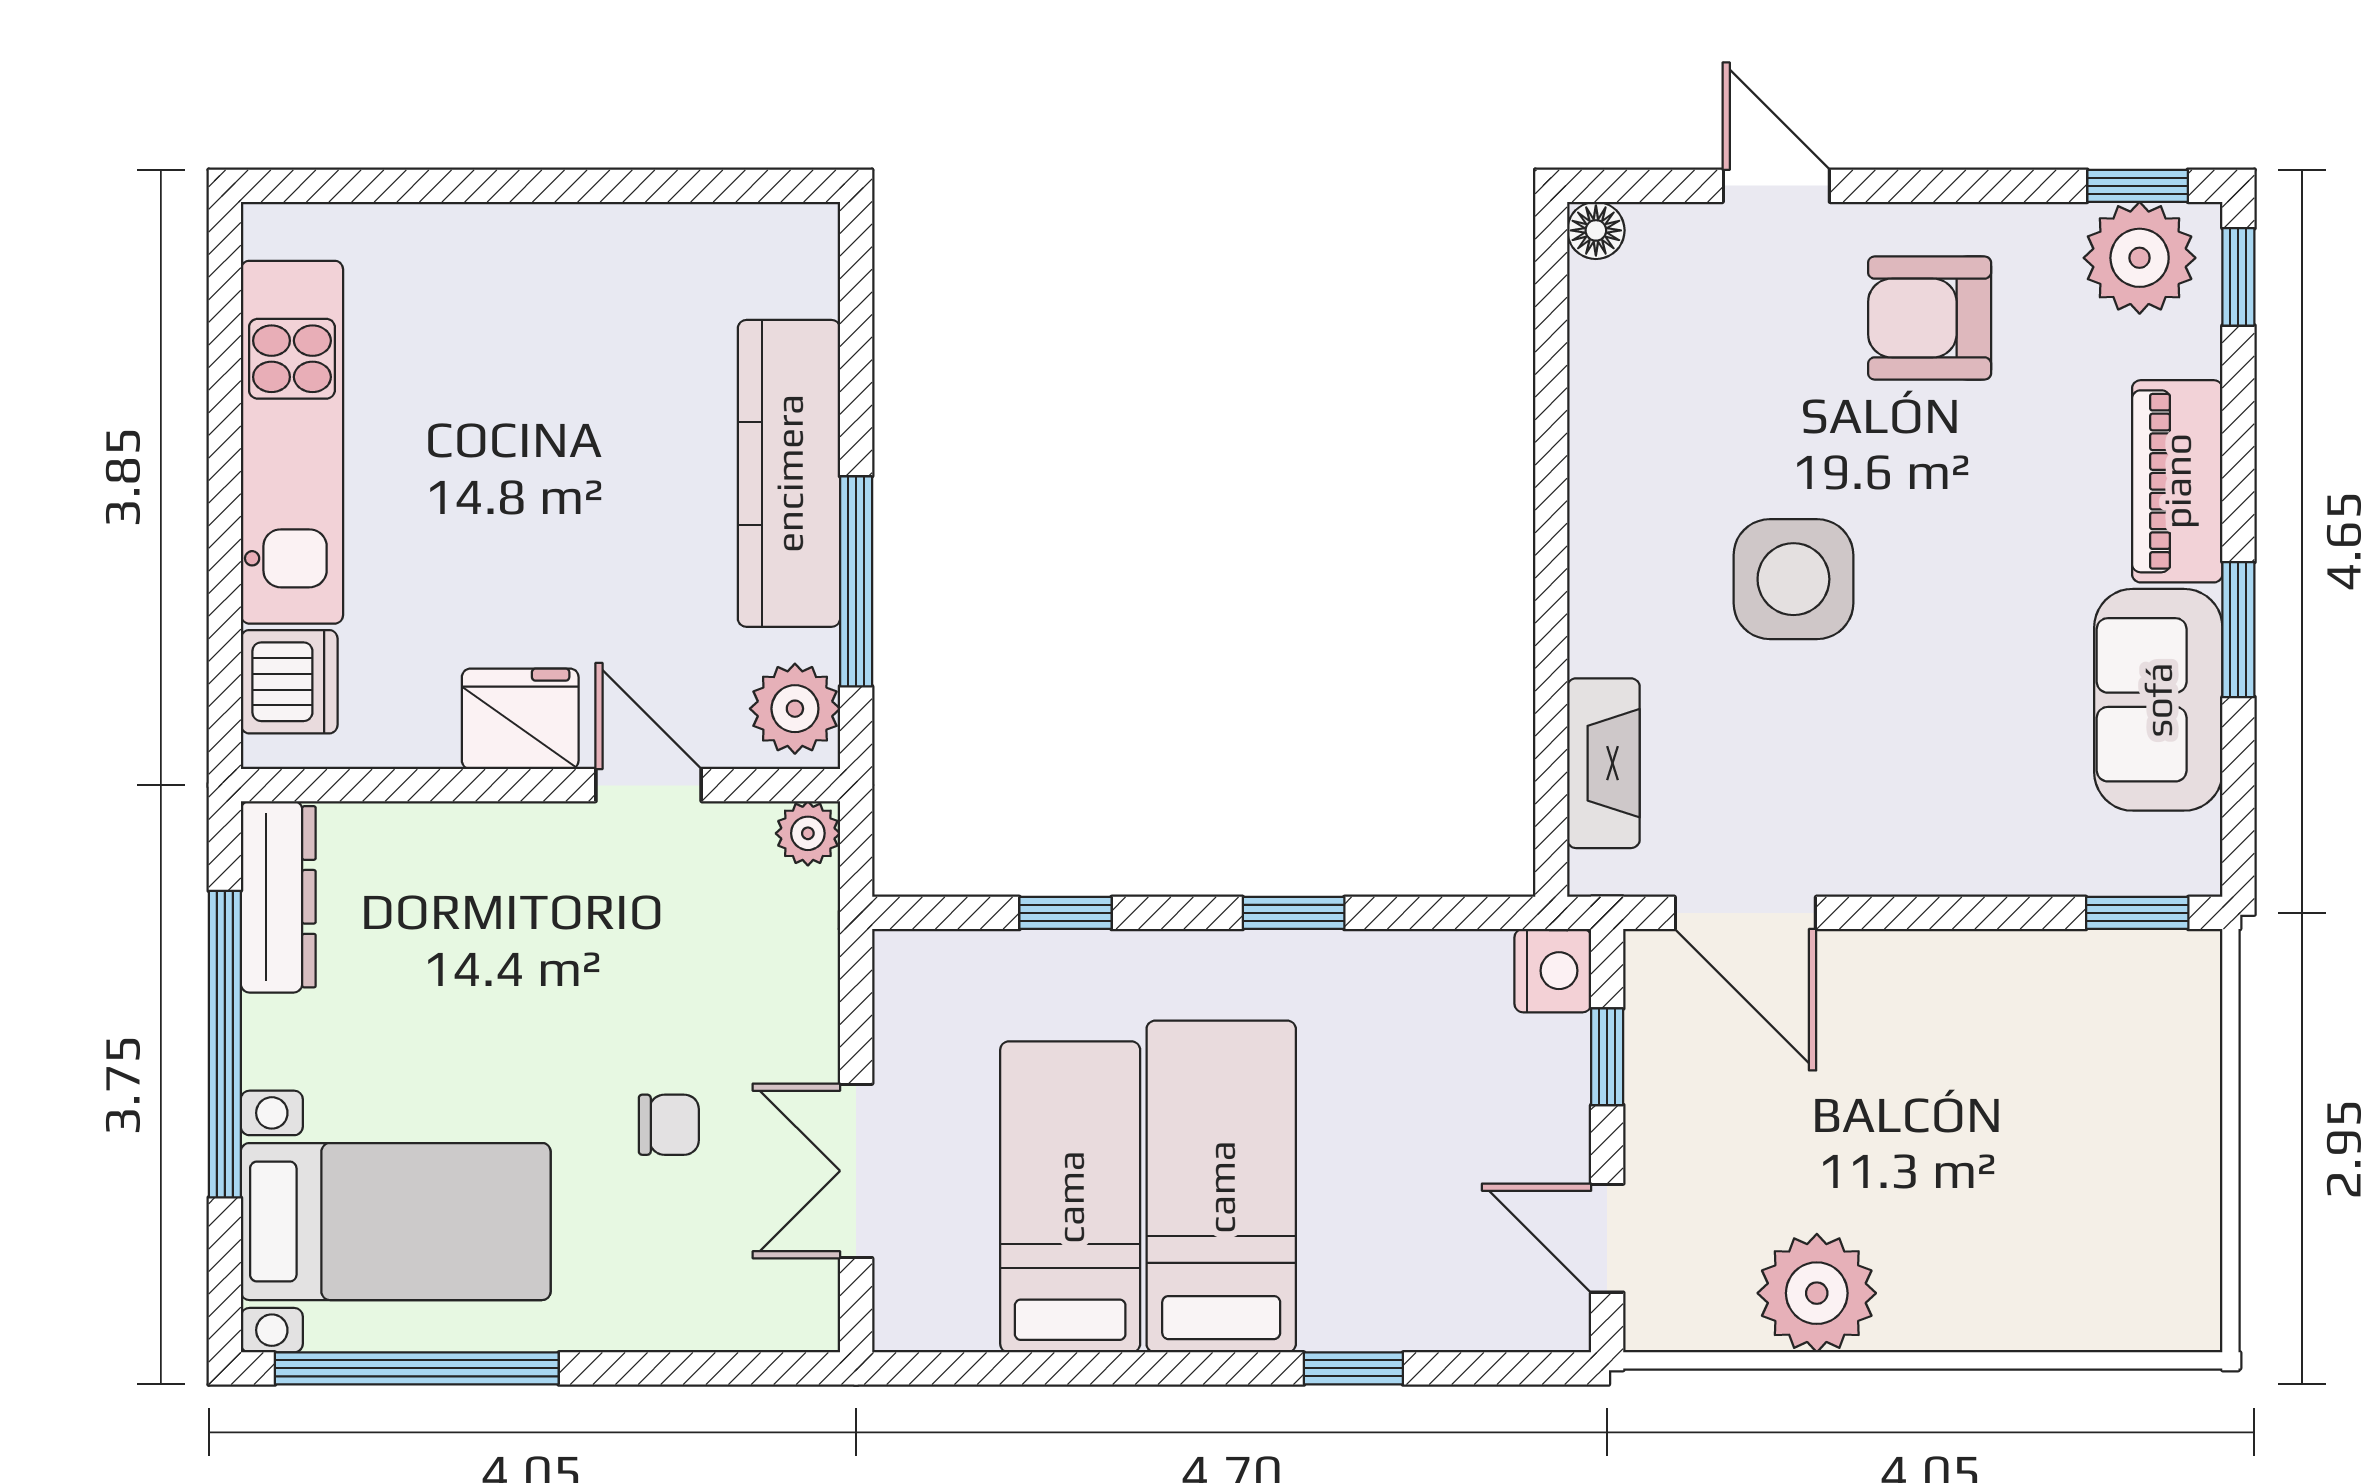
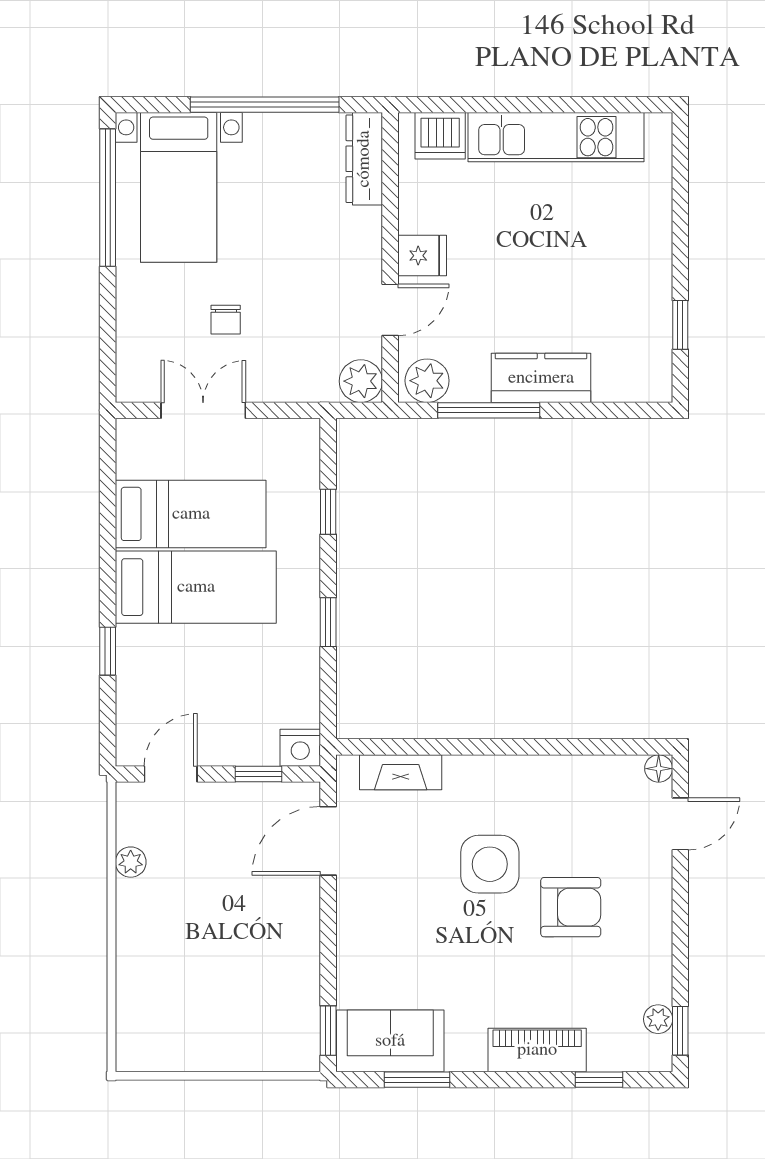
window: (680, 186) -> (680, 325), added
door: (1776, 186) -> (680, 824), moved
plant: (2140, 258) -> (658, 1019), width x0.53, depth x0.53
window: (2238, 277) -> (599, 1080), moved
armchair: (1930, 318) -> (571, 907), moved, turned 90
kitchen counter: (789, 473) -> (541, 378), width x0.67
window: (2238, 630) -> (417, 1080), moved
sofa: (2158, 700) -> (390, 1041), moved
fridge: (520, 719) -> (422, 256), width x0.72
plant: (808, 833) -> (361, 381), width x1.38, depth x1.38
dresser: (278, 897) -> (364, 159), moved, turned 90
plant: (1817, 1293) -> (131, 862), width x0.53, depth x0.53

